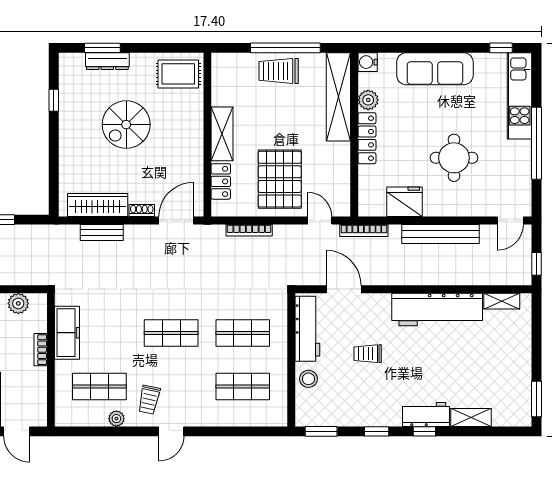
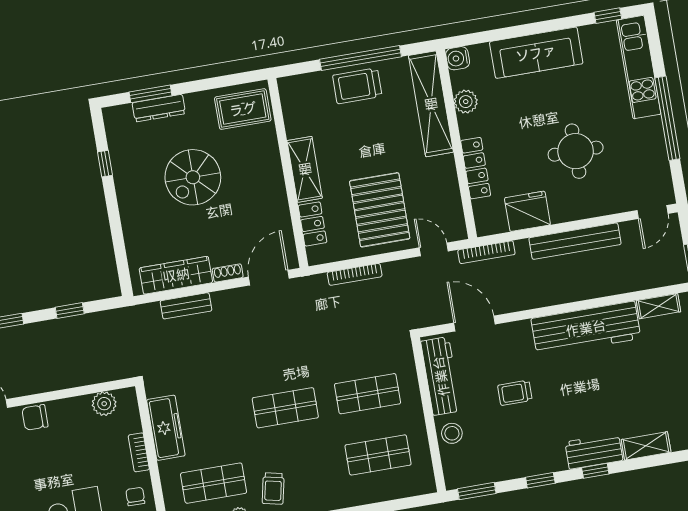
locker: (367, 138) -> (476, 168), moved
chair: (31, 386) -> (135, 496), added

